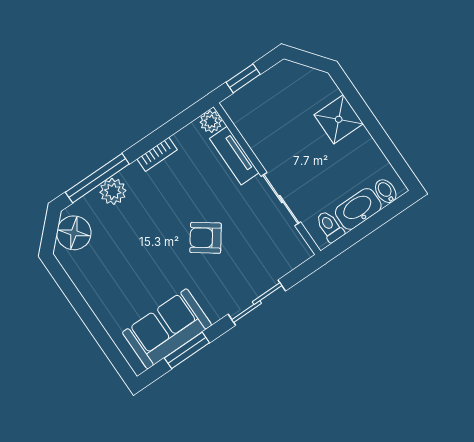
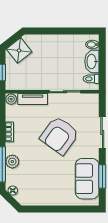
shower: (339, 119) -> (19, 50), moved, turned -38
floor lamp: (74, 233) -> (13, 190), width x0.53, depth x0.53
armchair: (206, 238) -> (59, 135), width x1.88, depth x1.88

